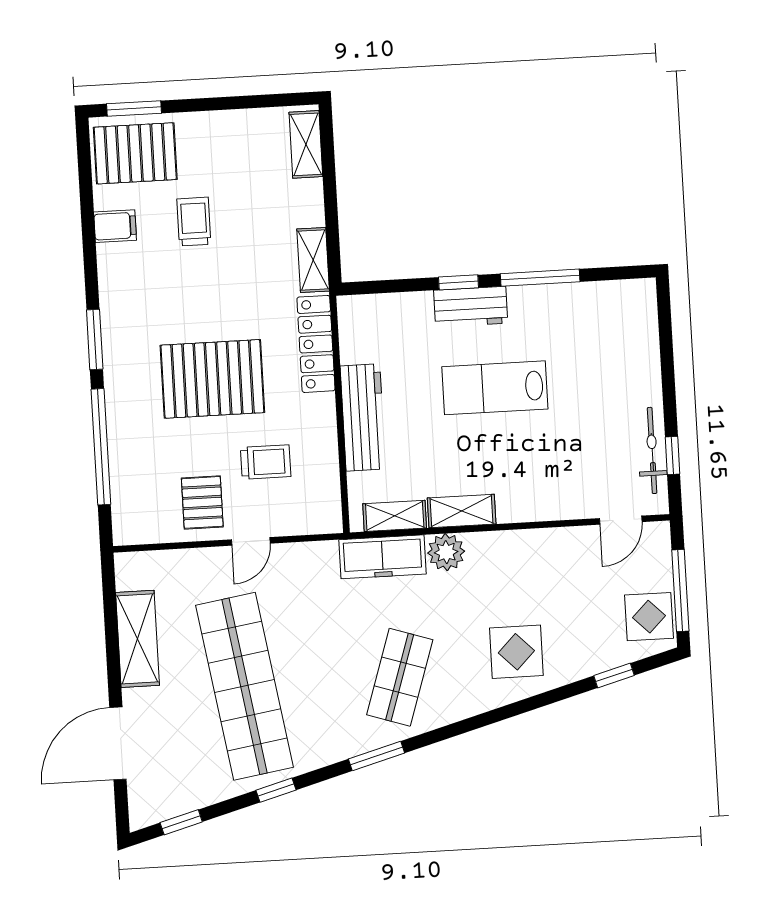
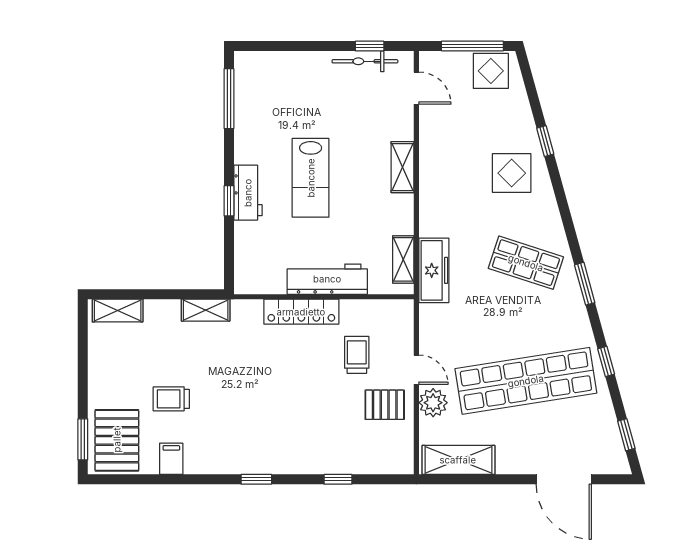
window: (540, 278) -> (229, 99), moved
window: (95, 339) -> (256, 479), width x0.67
locker: (316, 344) -> (301, 312), moved
pallet: (212, 379) -> (291, 392), removed
window: (101, 447) -> (338, 479), width x0.32
shelving: (462, 511) -> (402, 167), moved
plant: (446, 552) -> (433, 403), moved
shelving: (137, 639) -> (458, 460), moved
window: (614, 675) -> (545, 141), moved

